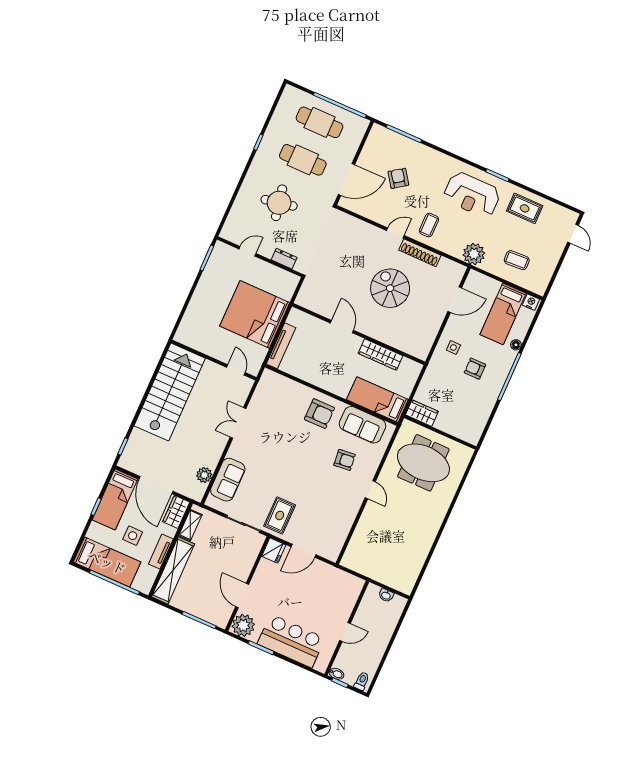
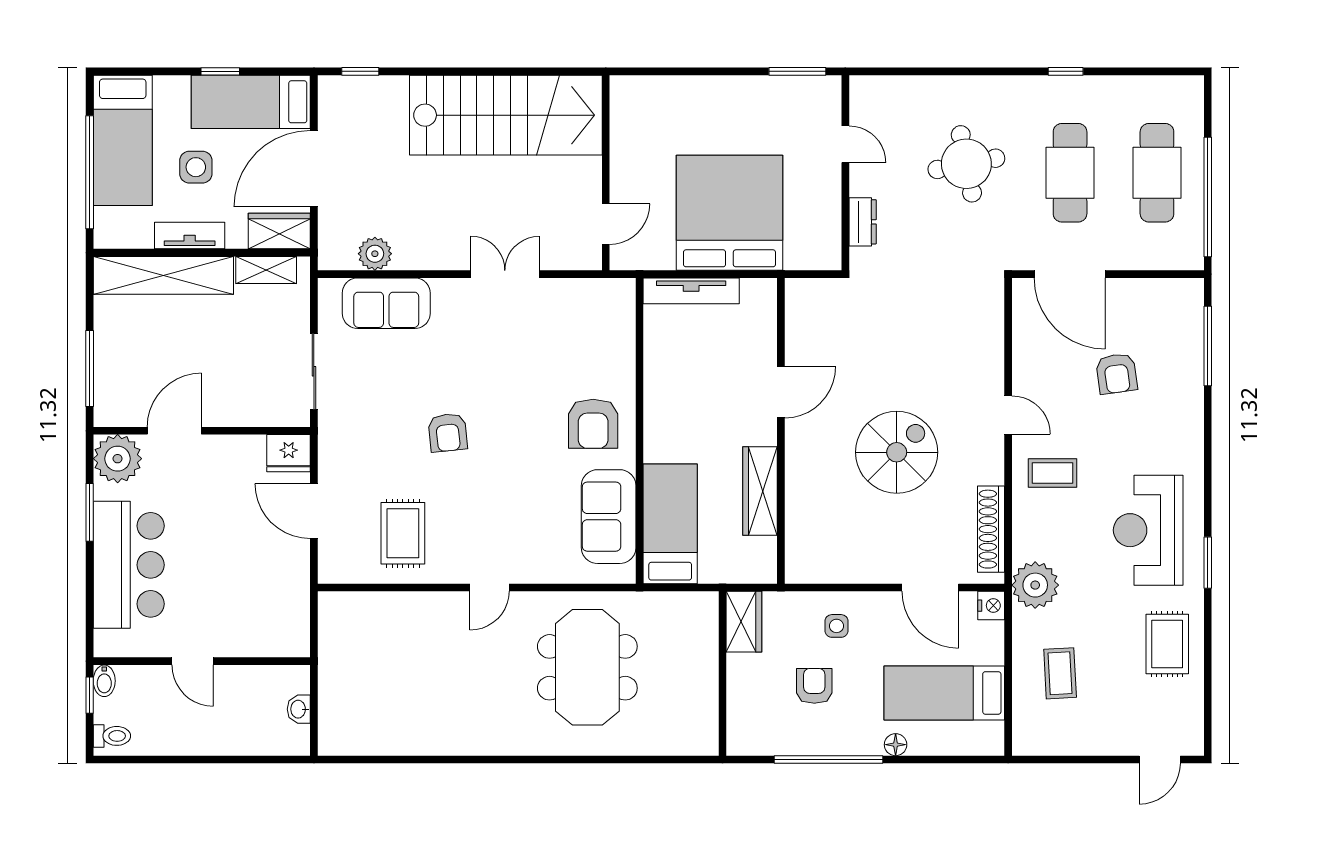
armchair: (398, 178) -> (1117, 374), turned 117
shoe rack: (420, 253) -> (991, 529), moved
nightstand: (531, 302) -> (991, 606), moved
wardrobe: (422, 413) -> (744, 622), moved
wall: (440, 432) -> (722, 673), moved
armchair: (345, 460) -> (448, 433), moved
rug: (280, 515) -> (403, 533), moved, turned 90

